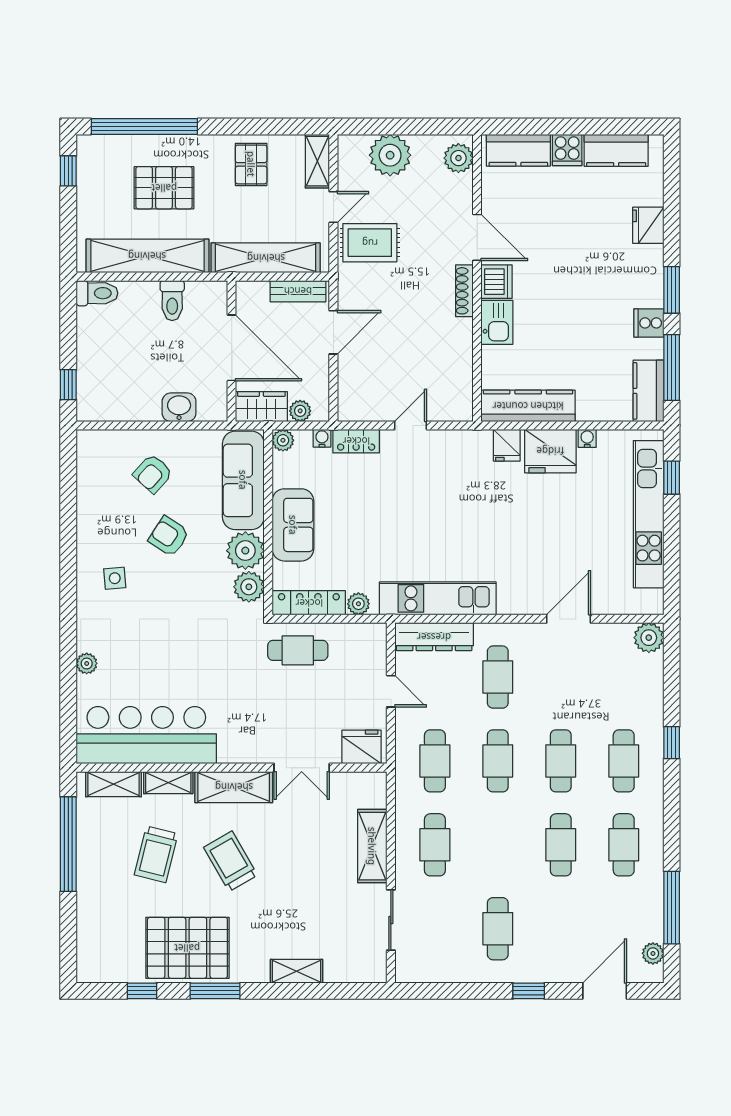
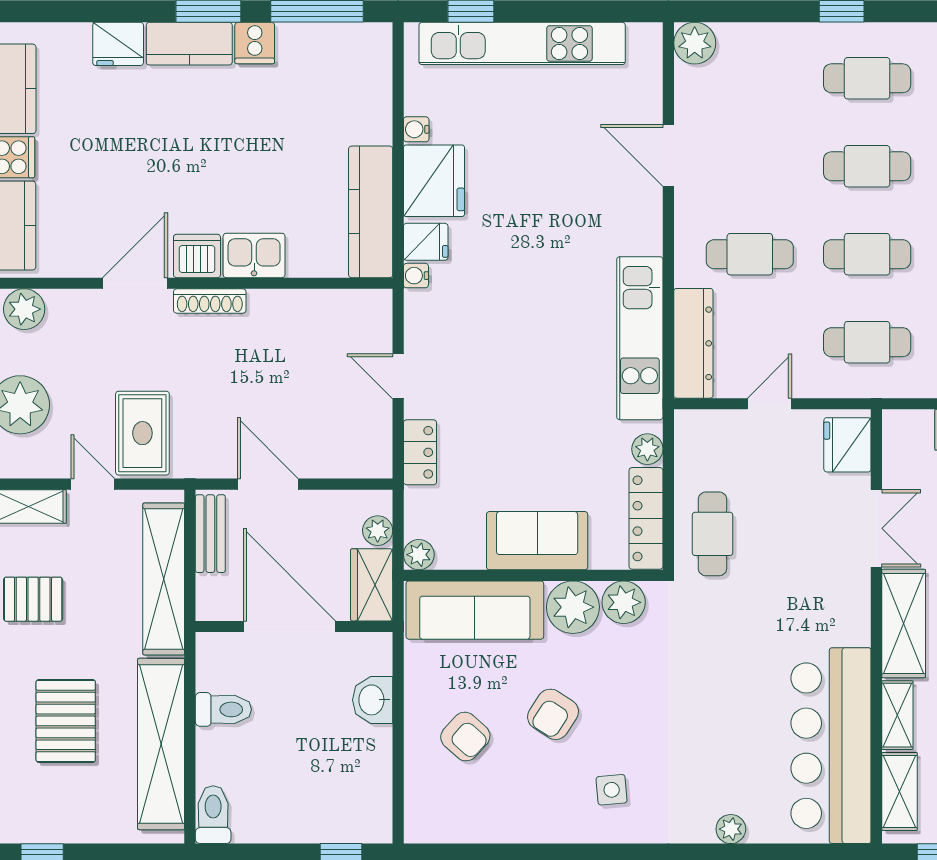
door: (232, 348) -> (290, 626), hinge flipped
kitchen counter: (648, 391) -> (189, 44), moved
water cooler: (322, 438) -> (416, 276), moved

